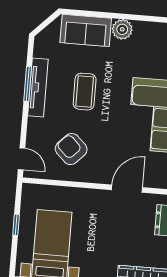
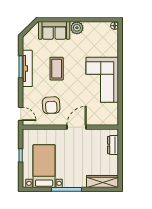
armchair: (71, 149) -> (51, 105), turned -138
door: (127, 189) -> (77, 127), moved

